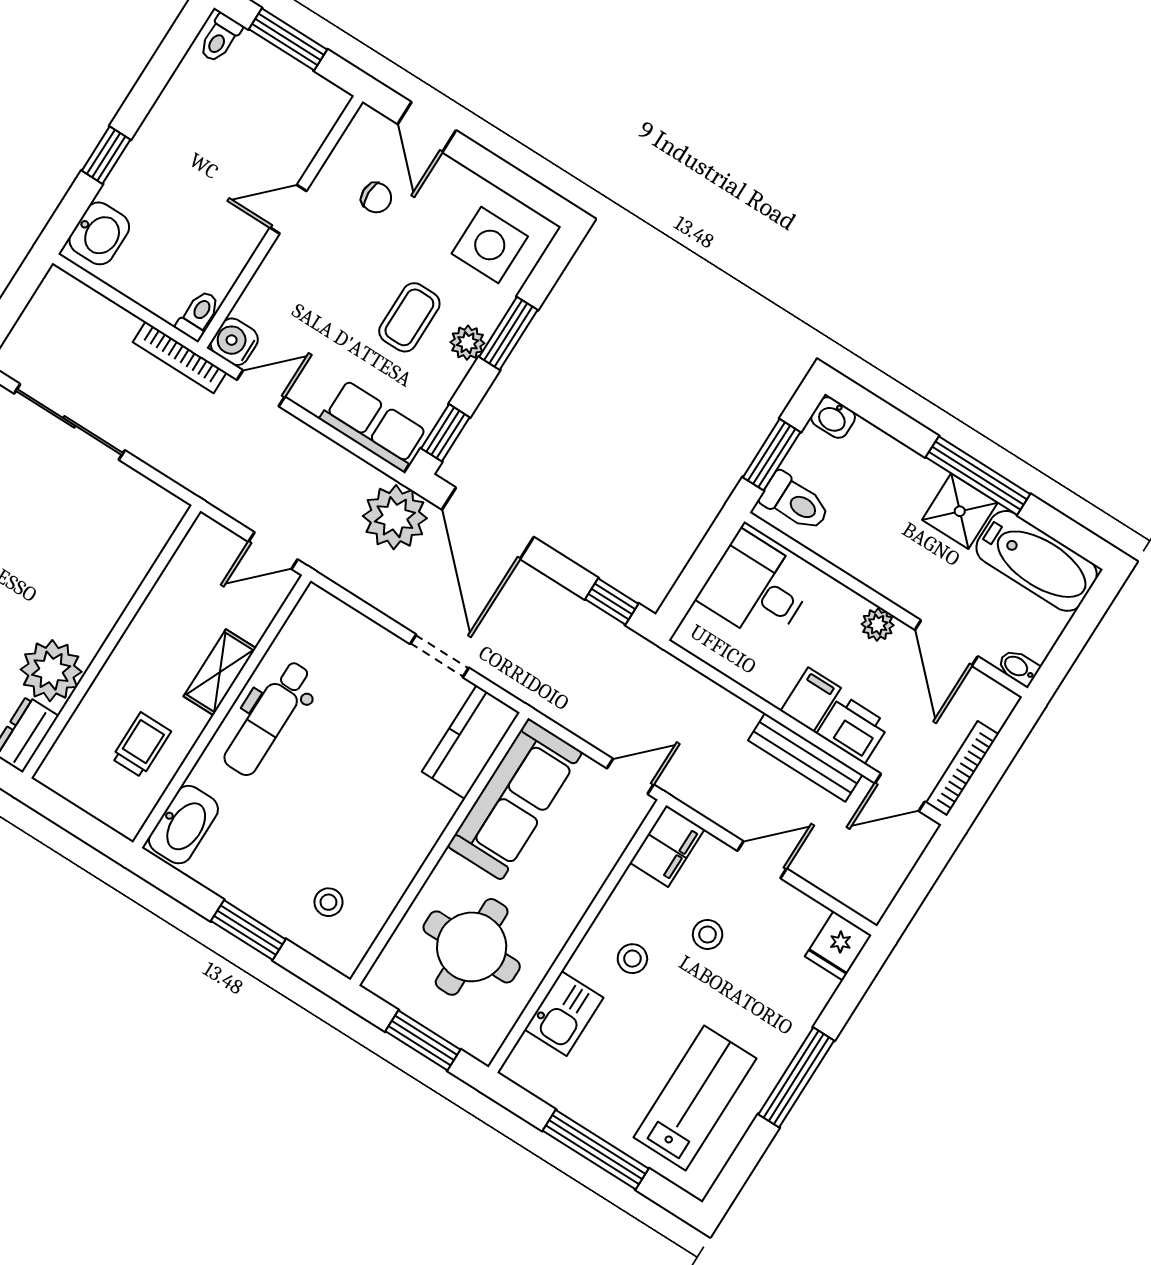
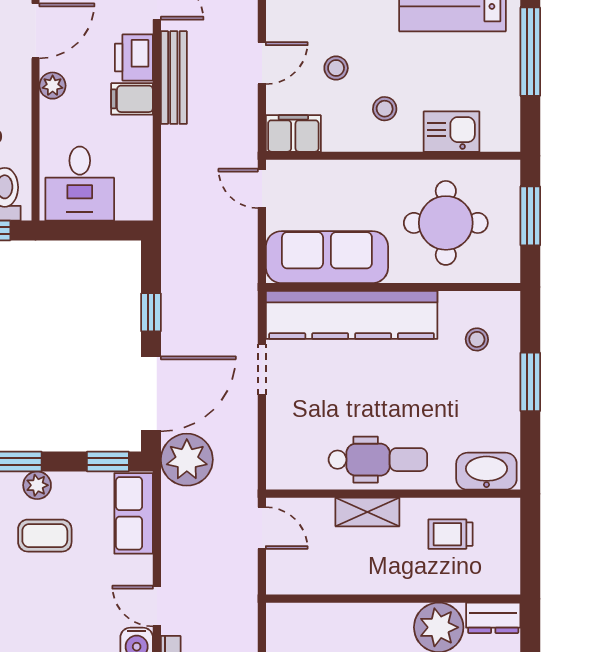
window: (612, 601) -> (151, 312), moved
kitchen counter: (471, 742) -> (352, 315), width x2.08, depth x1.17
door: (762, 860) -> (262, 63), swing flipped

